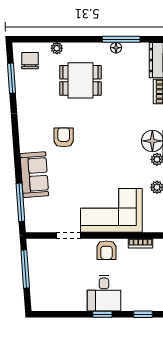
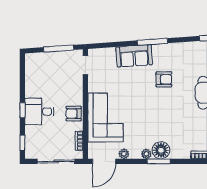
window: (20, 202) -> (152, 42), moved
doorway: (68, 235) -> (85, 65), moved

